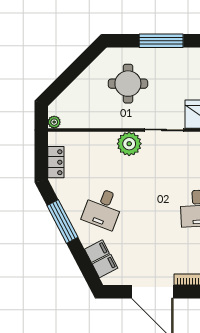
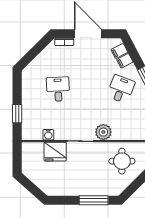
window: (161, 41) -> (94, 200), moved
round table: (128, 84) -> (122, 161), moved

